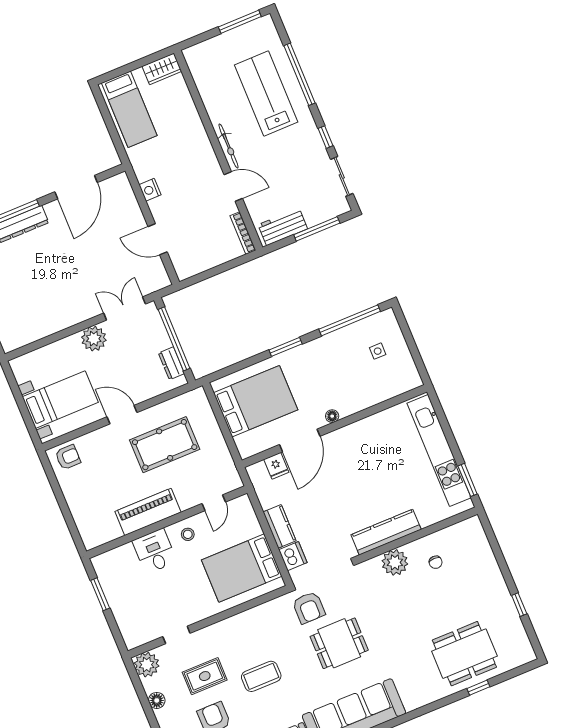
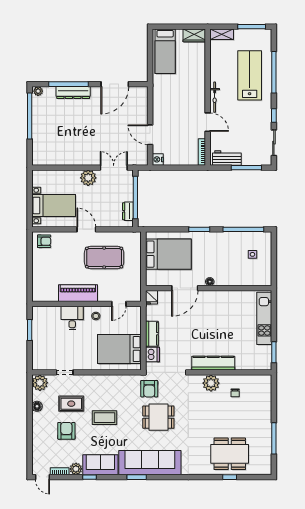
shelving: (201, 51) -> (222, 34), added
nightstand: (150, 190) -> (158, 159), moved
kitchen unit: (439, 451) -> (264, 318), width x0.73
fridge: (276, 466) -> (151, 297), moved
window: (519, 605) -> (274, 438), width x2.17

